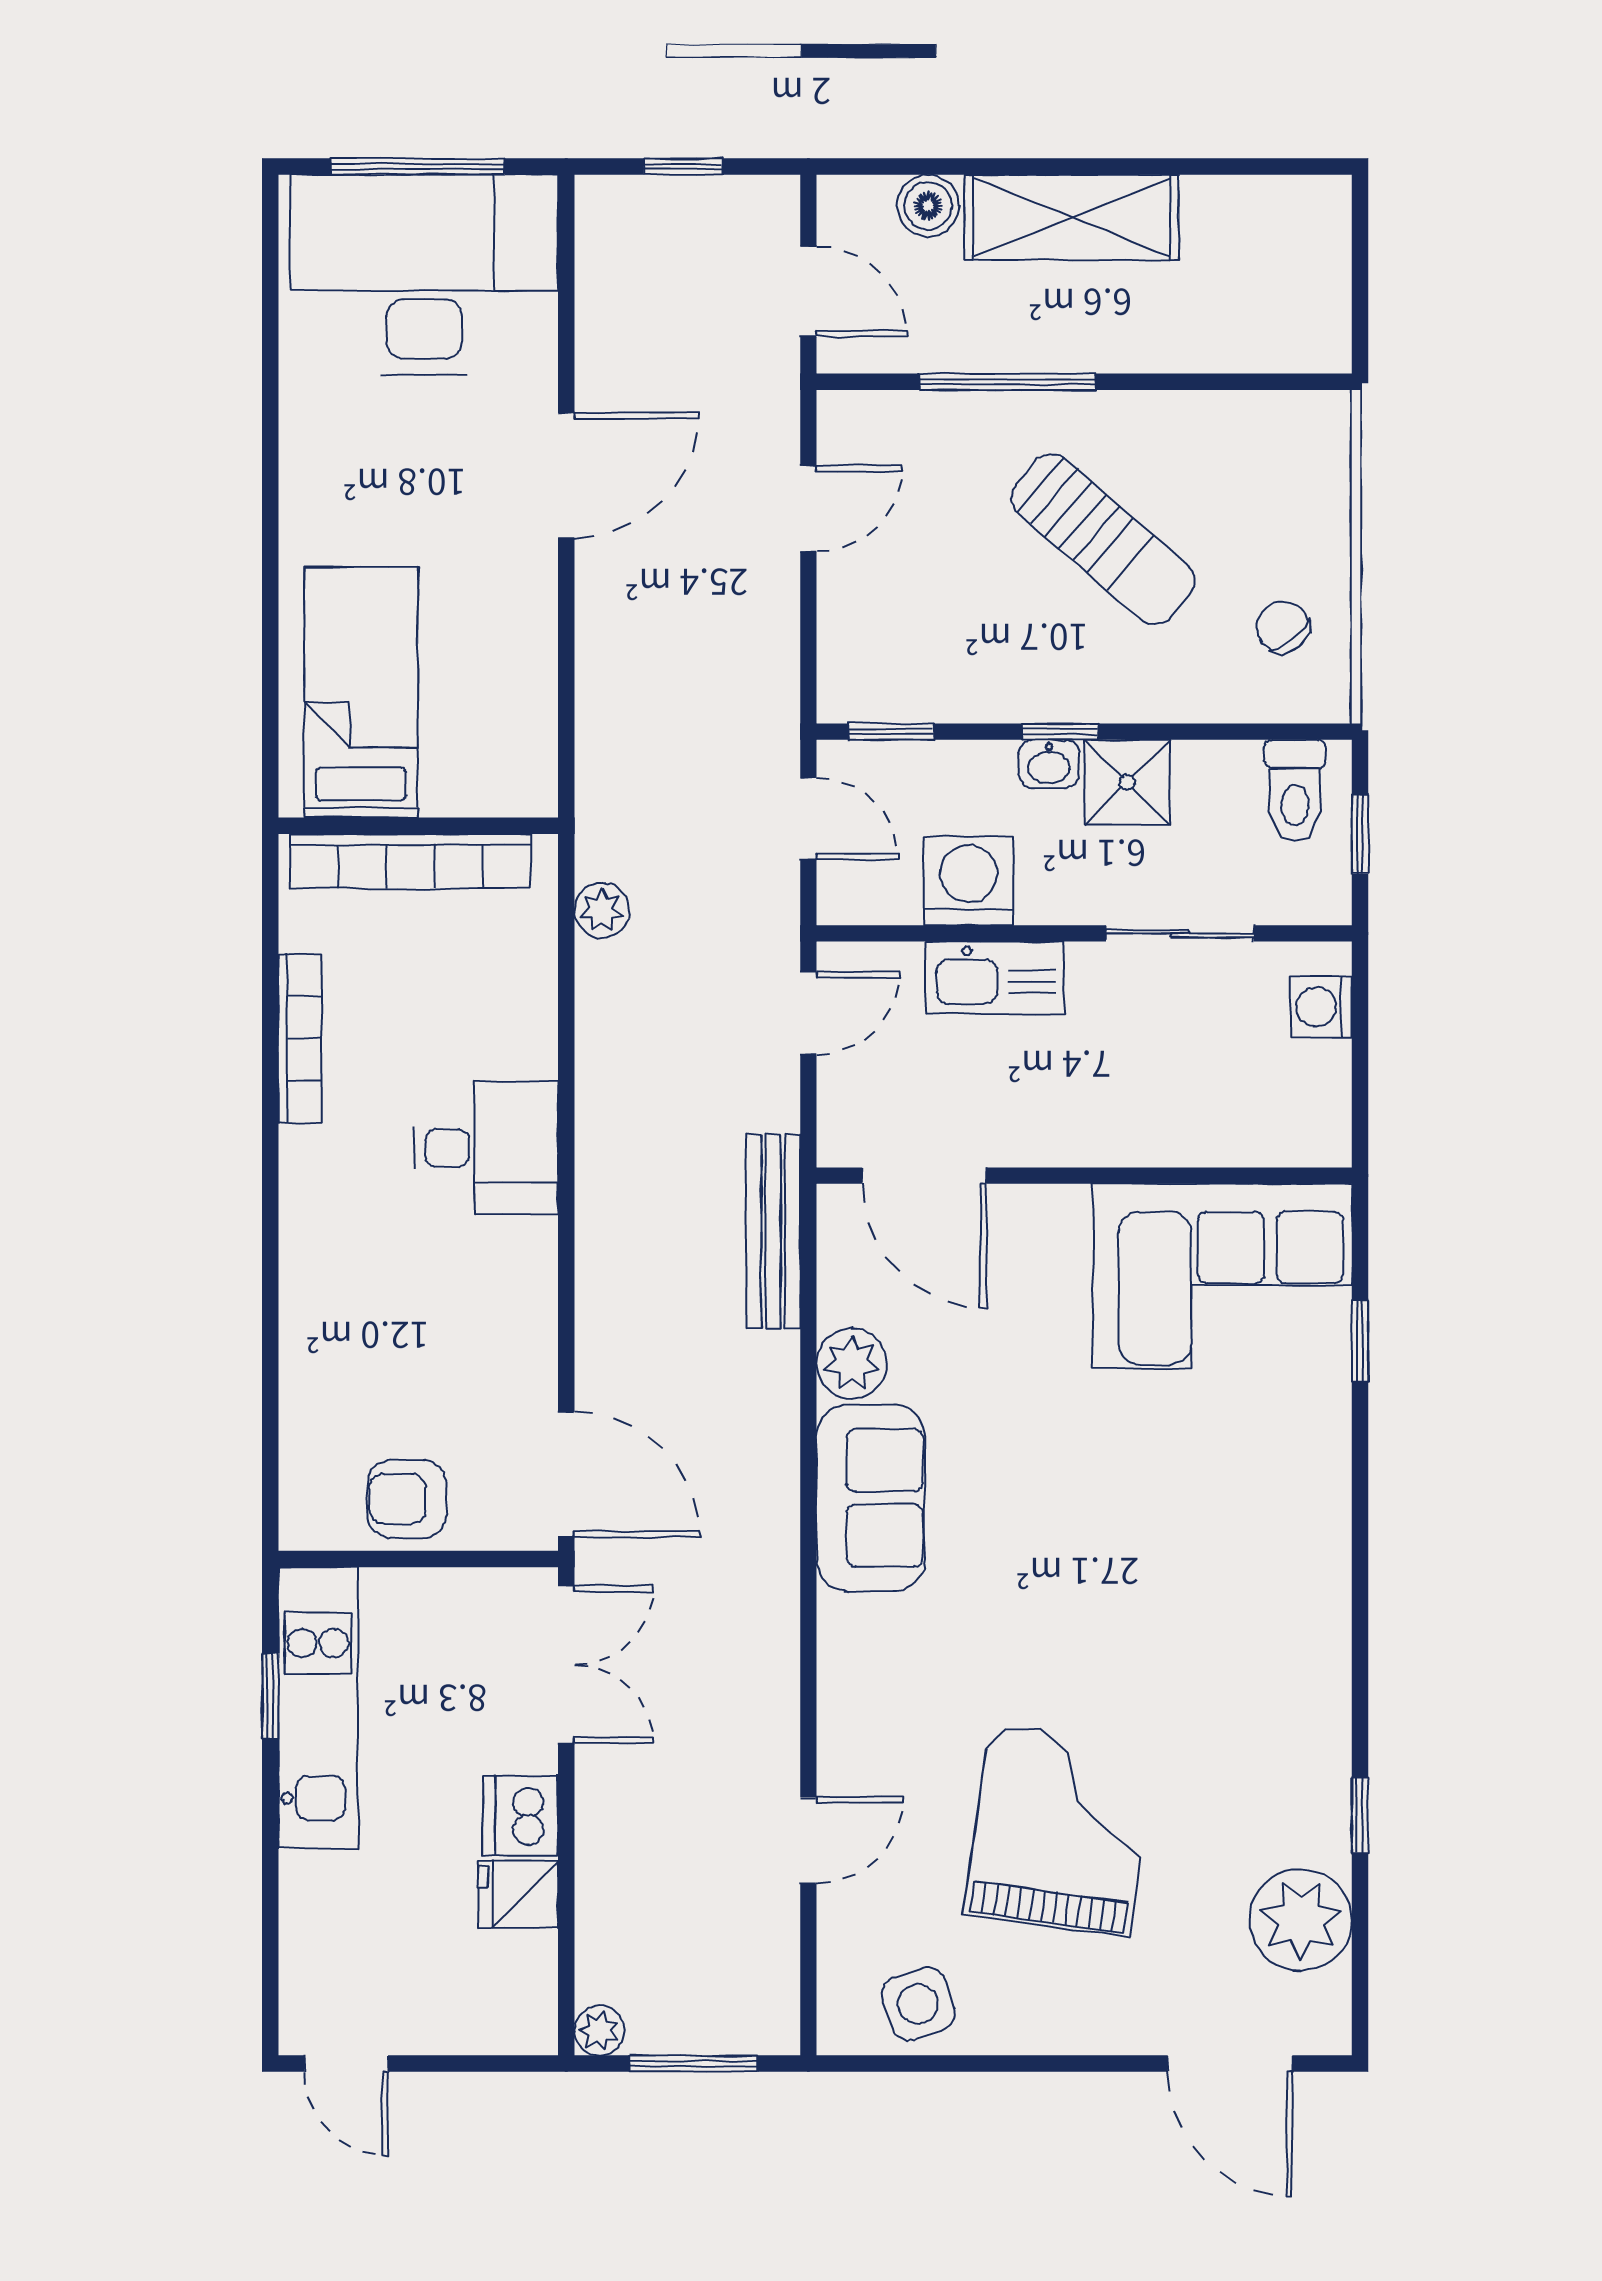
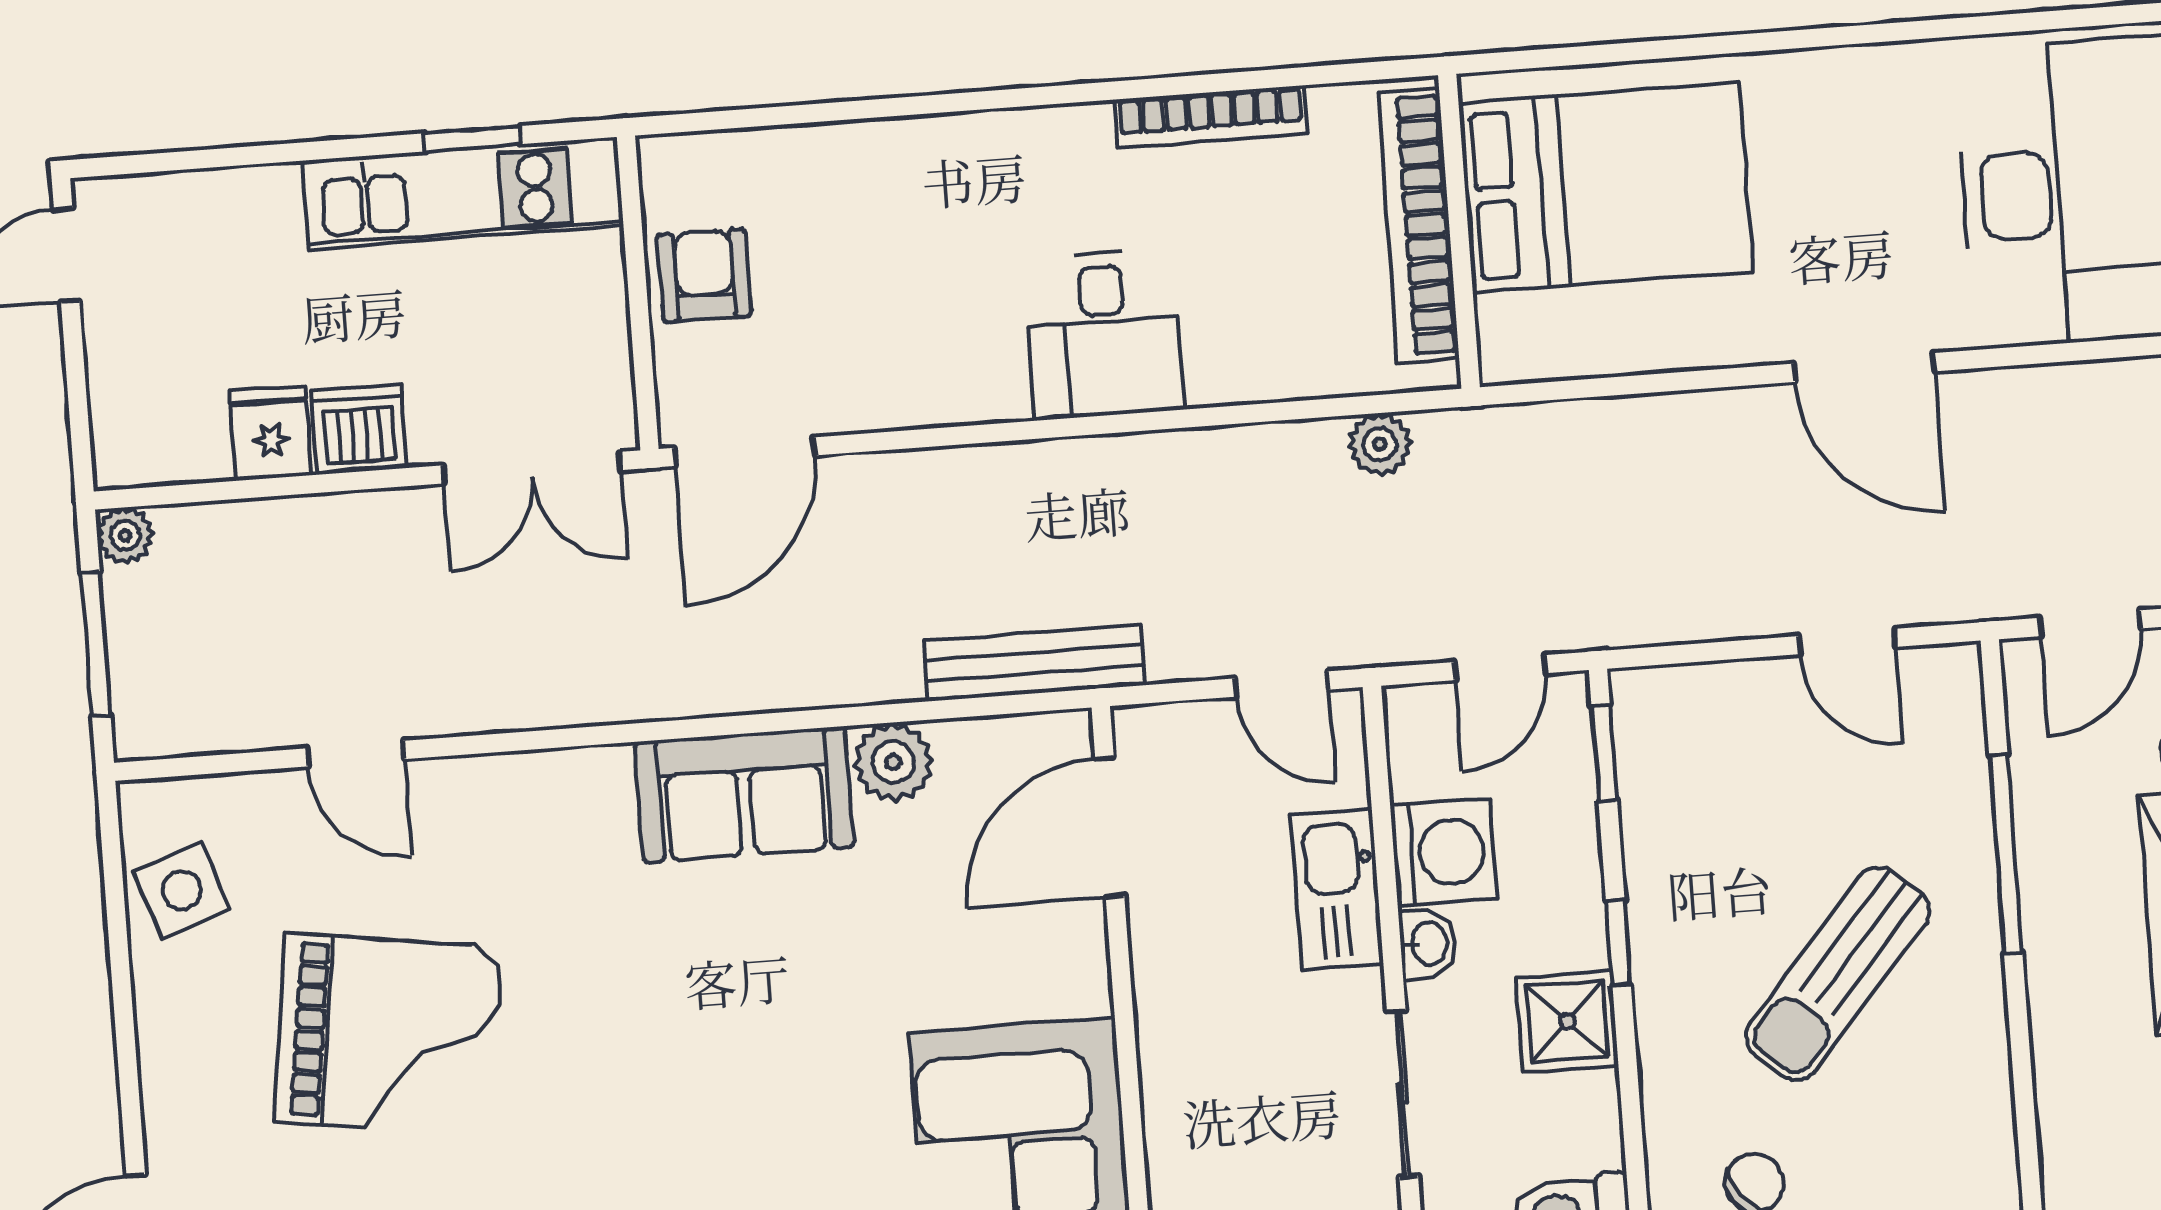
bed: (361, 692) -> (1606, 188), width x1.50
washbasin: (1049, 764) -> (1428, 944), moved, turned 180

